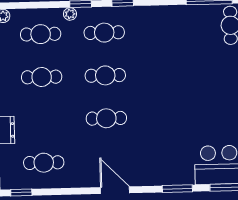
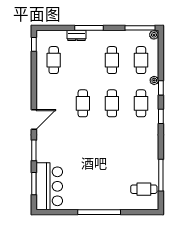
door: (115, 190) -> (34, 119), moved

